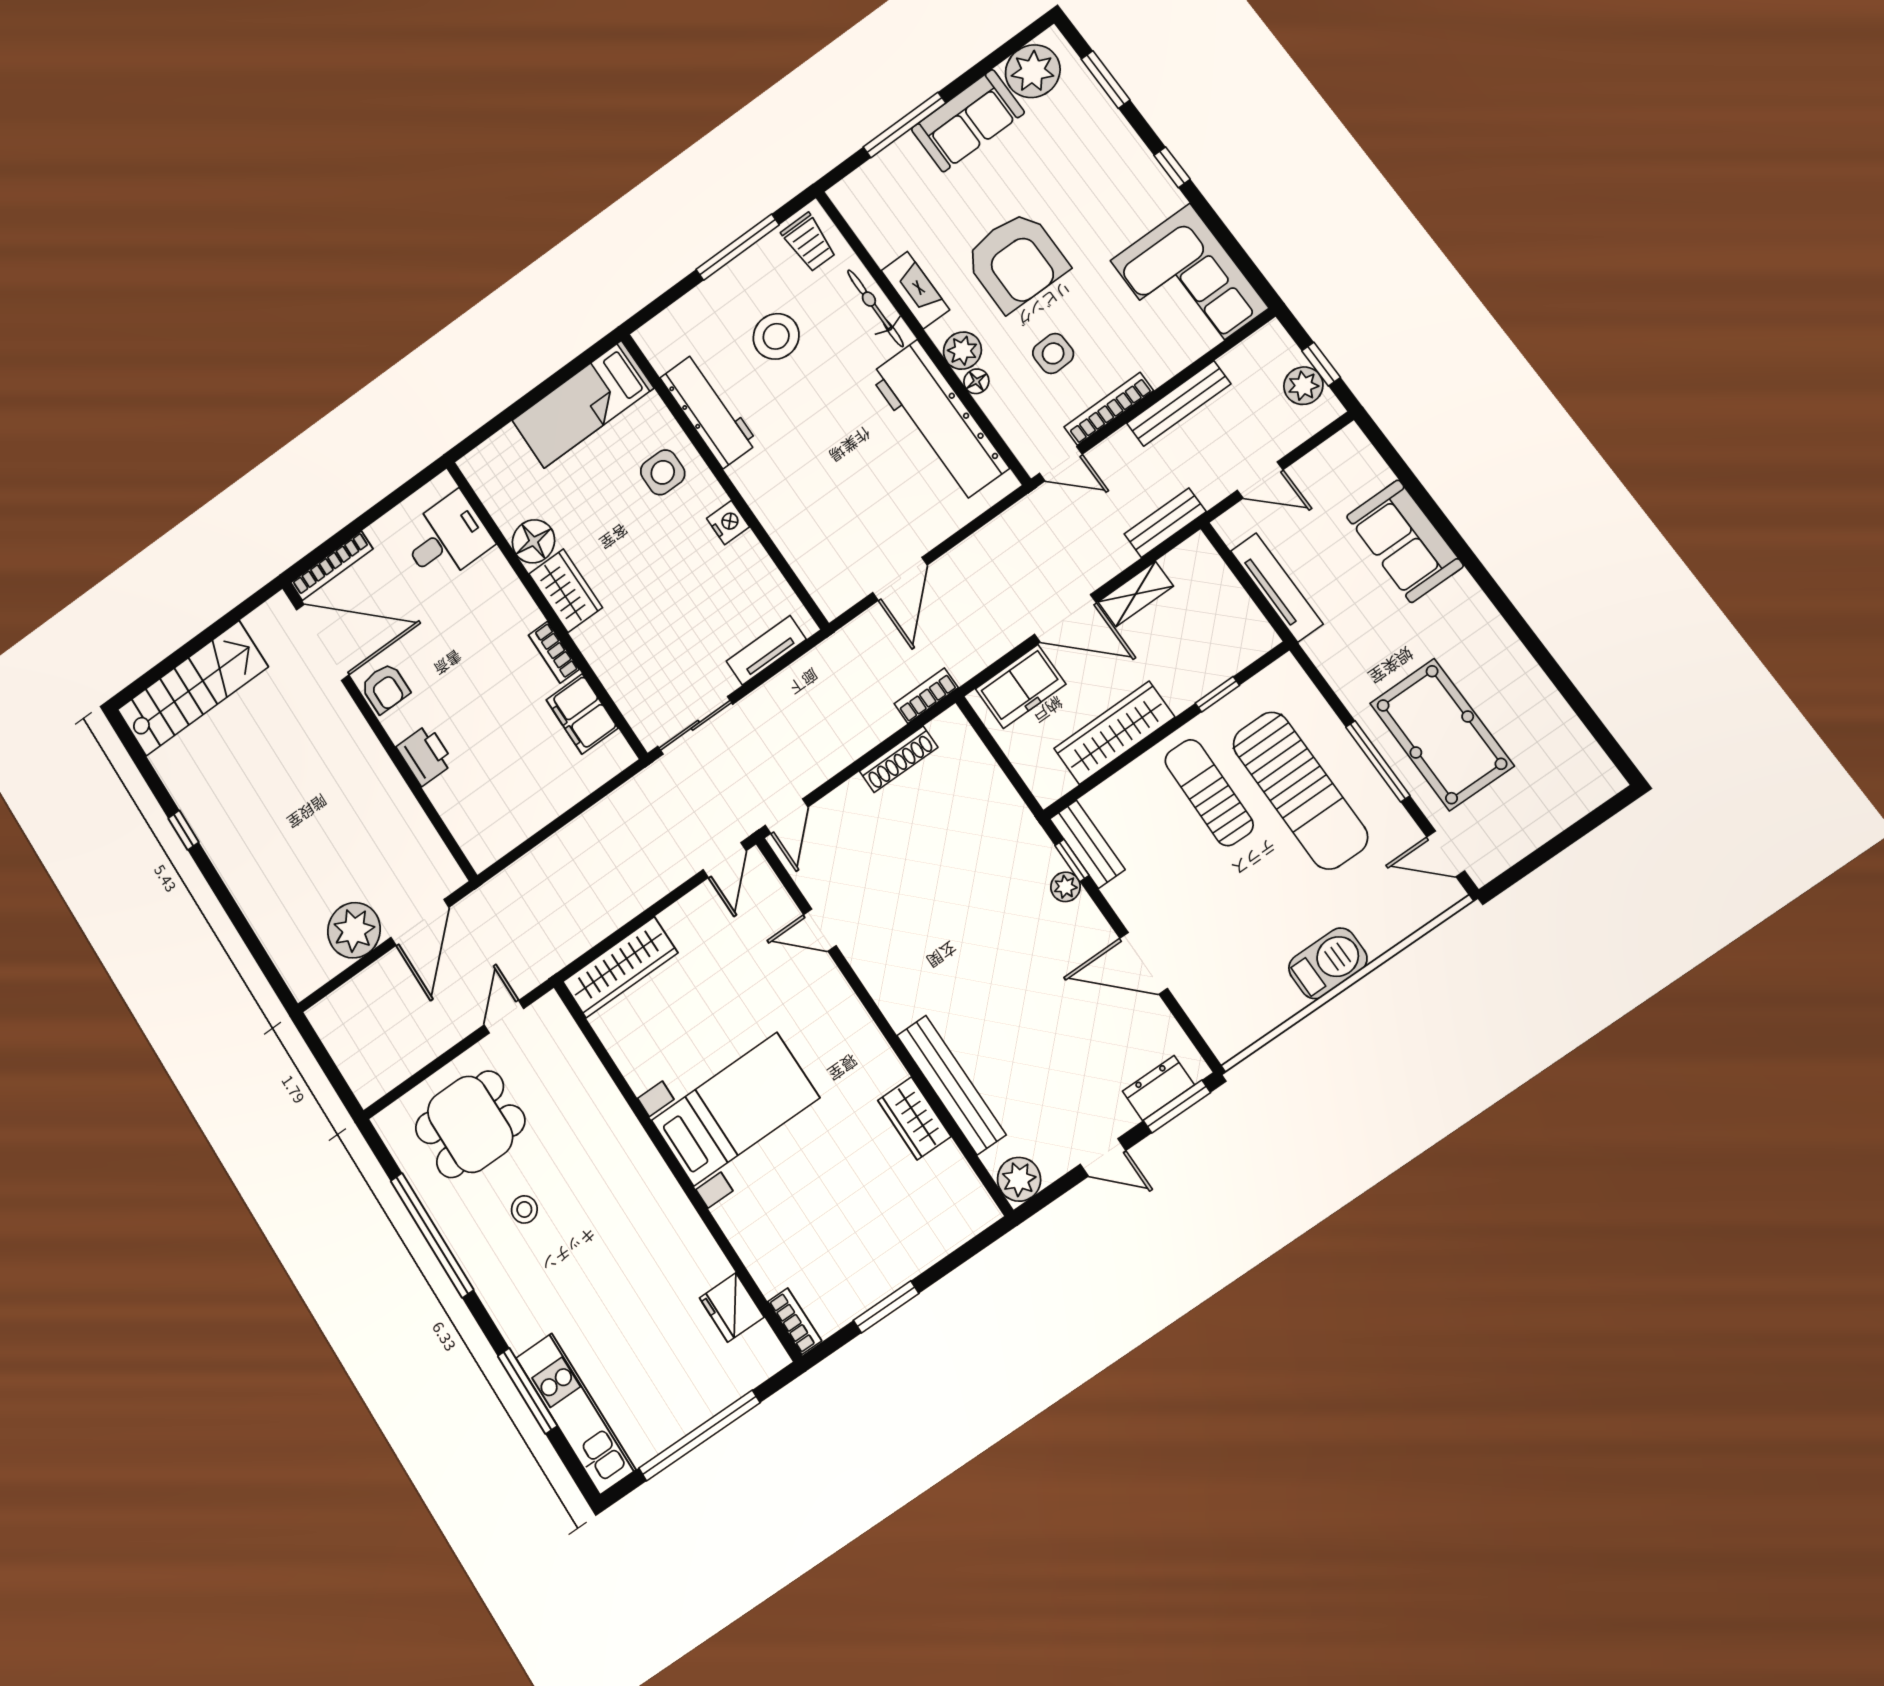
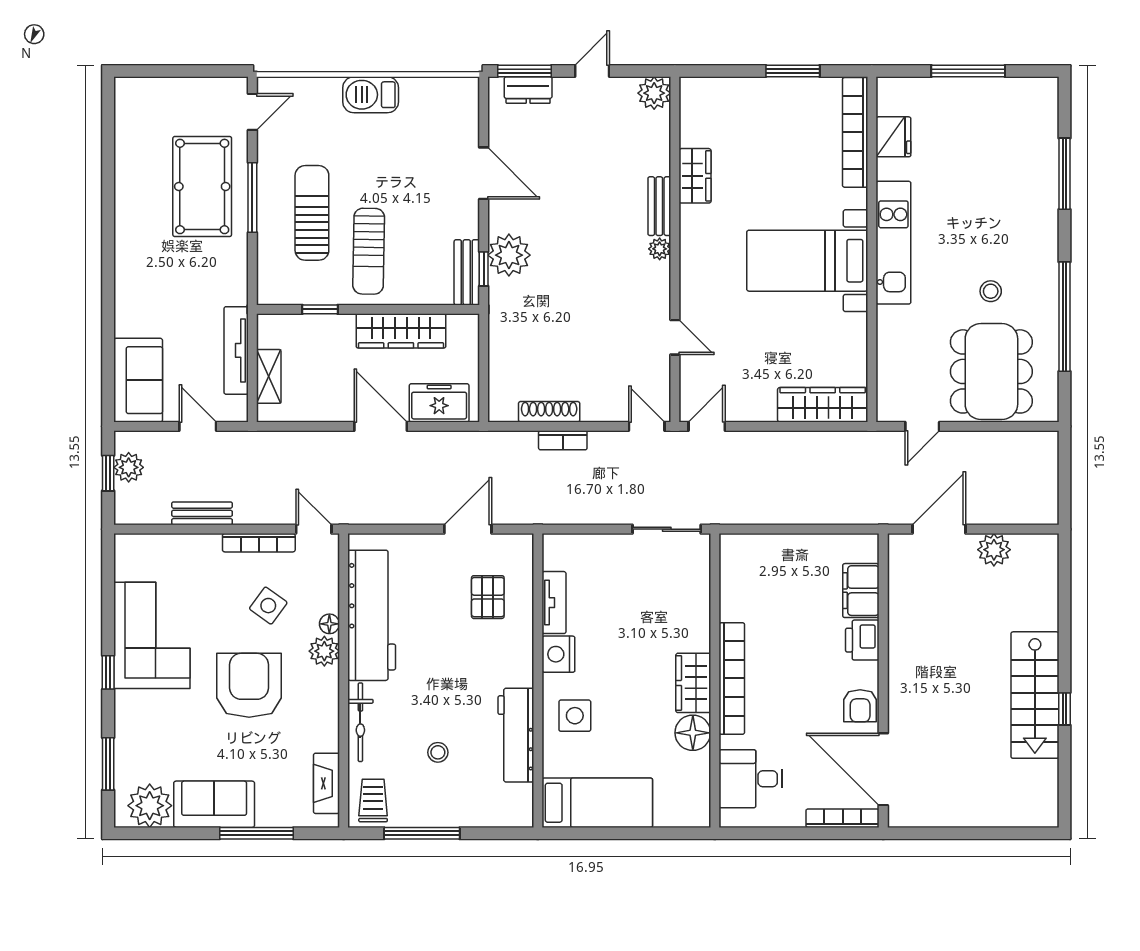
corner sofa: (1189, 284) -> (152, 635), moved
fireplace: (915, 290) -> (326, 783), moved
stool: (776, 336) -> (438, 752), width x0.53, depth x0.53
side table: (1053, 353) -> (268, 606), turned 38
bench: (1179, 404) -> (202, 513), width x0.73
nightstand: (728, 523) -> (558, 654), width x1.36, depth x1.33
bench: (1165, 523) -> (275, 442), removed
pallet: (832, 525) -> (488, 597), added
sofa: (1405, 541) -> (138, 380), moved
shelving: (1136, 594) -> (269, 376), moved, turned 90
tv unit: (766, 650) -> (554, 603), moved, turned -90
bookcase: (554, 652) -> (732, 678), width x2.31, depth x1.31
stairs: (193, 688) -> (1035, 695), moved, turned -90
armchair: (385, 688) -> (860, 706), turned 180
bookcase: (926, 696) -> (563, 440), moved
filing cabinet: (582, 714) -> (861, 591), moved, turned 180
sun lounger: (1300, 790) -> (312, 213), width x0.73, depth x0.75
door: (787, 816) -> (647, 426), hinge flipped
door: (1446, 854) -> (252, 112), hinge flipped
plant: (1066, 887) -> (509, 255), width x1.88, depth x1.88
plant: (354, 930) -> (994, 550), width x0.73, depth x0.73
plant: (899, 1013) -> (660, 249), added
bench: (951, 1085) -> (659, 206), width x0.54, depth x0.82
dining table: (470, 1124) -> (991, 371), width x1.38
door: (1103, 1157) -> (592, 71), hinge flipped
bookcase: (795, 1321) -> (855, 132), width x2.31, depth x1.31
kitchen unit: (576, 1414) -> (893, 243), moved, turned 180
window: (699, 1435) -> (968, 71), width x0.68

